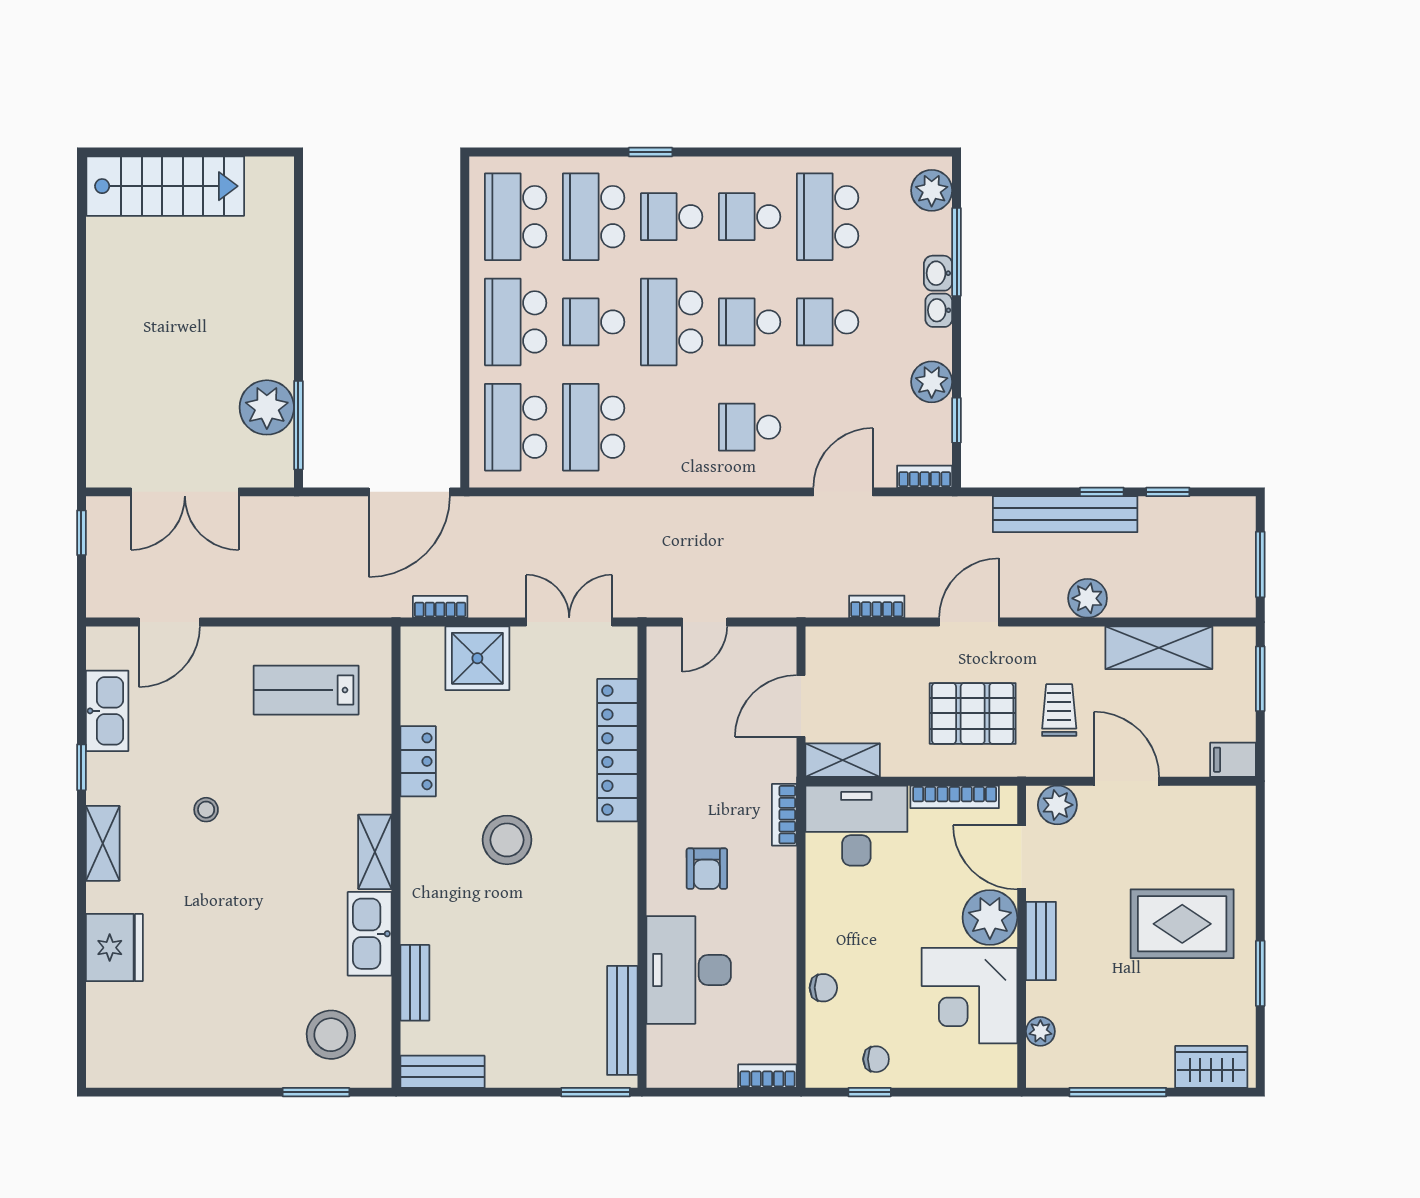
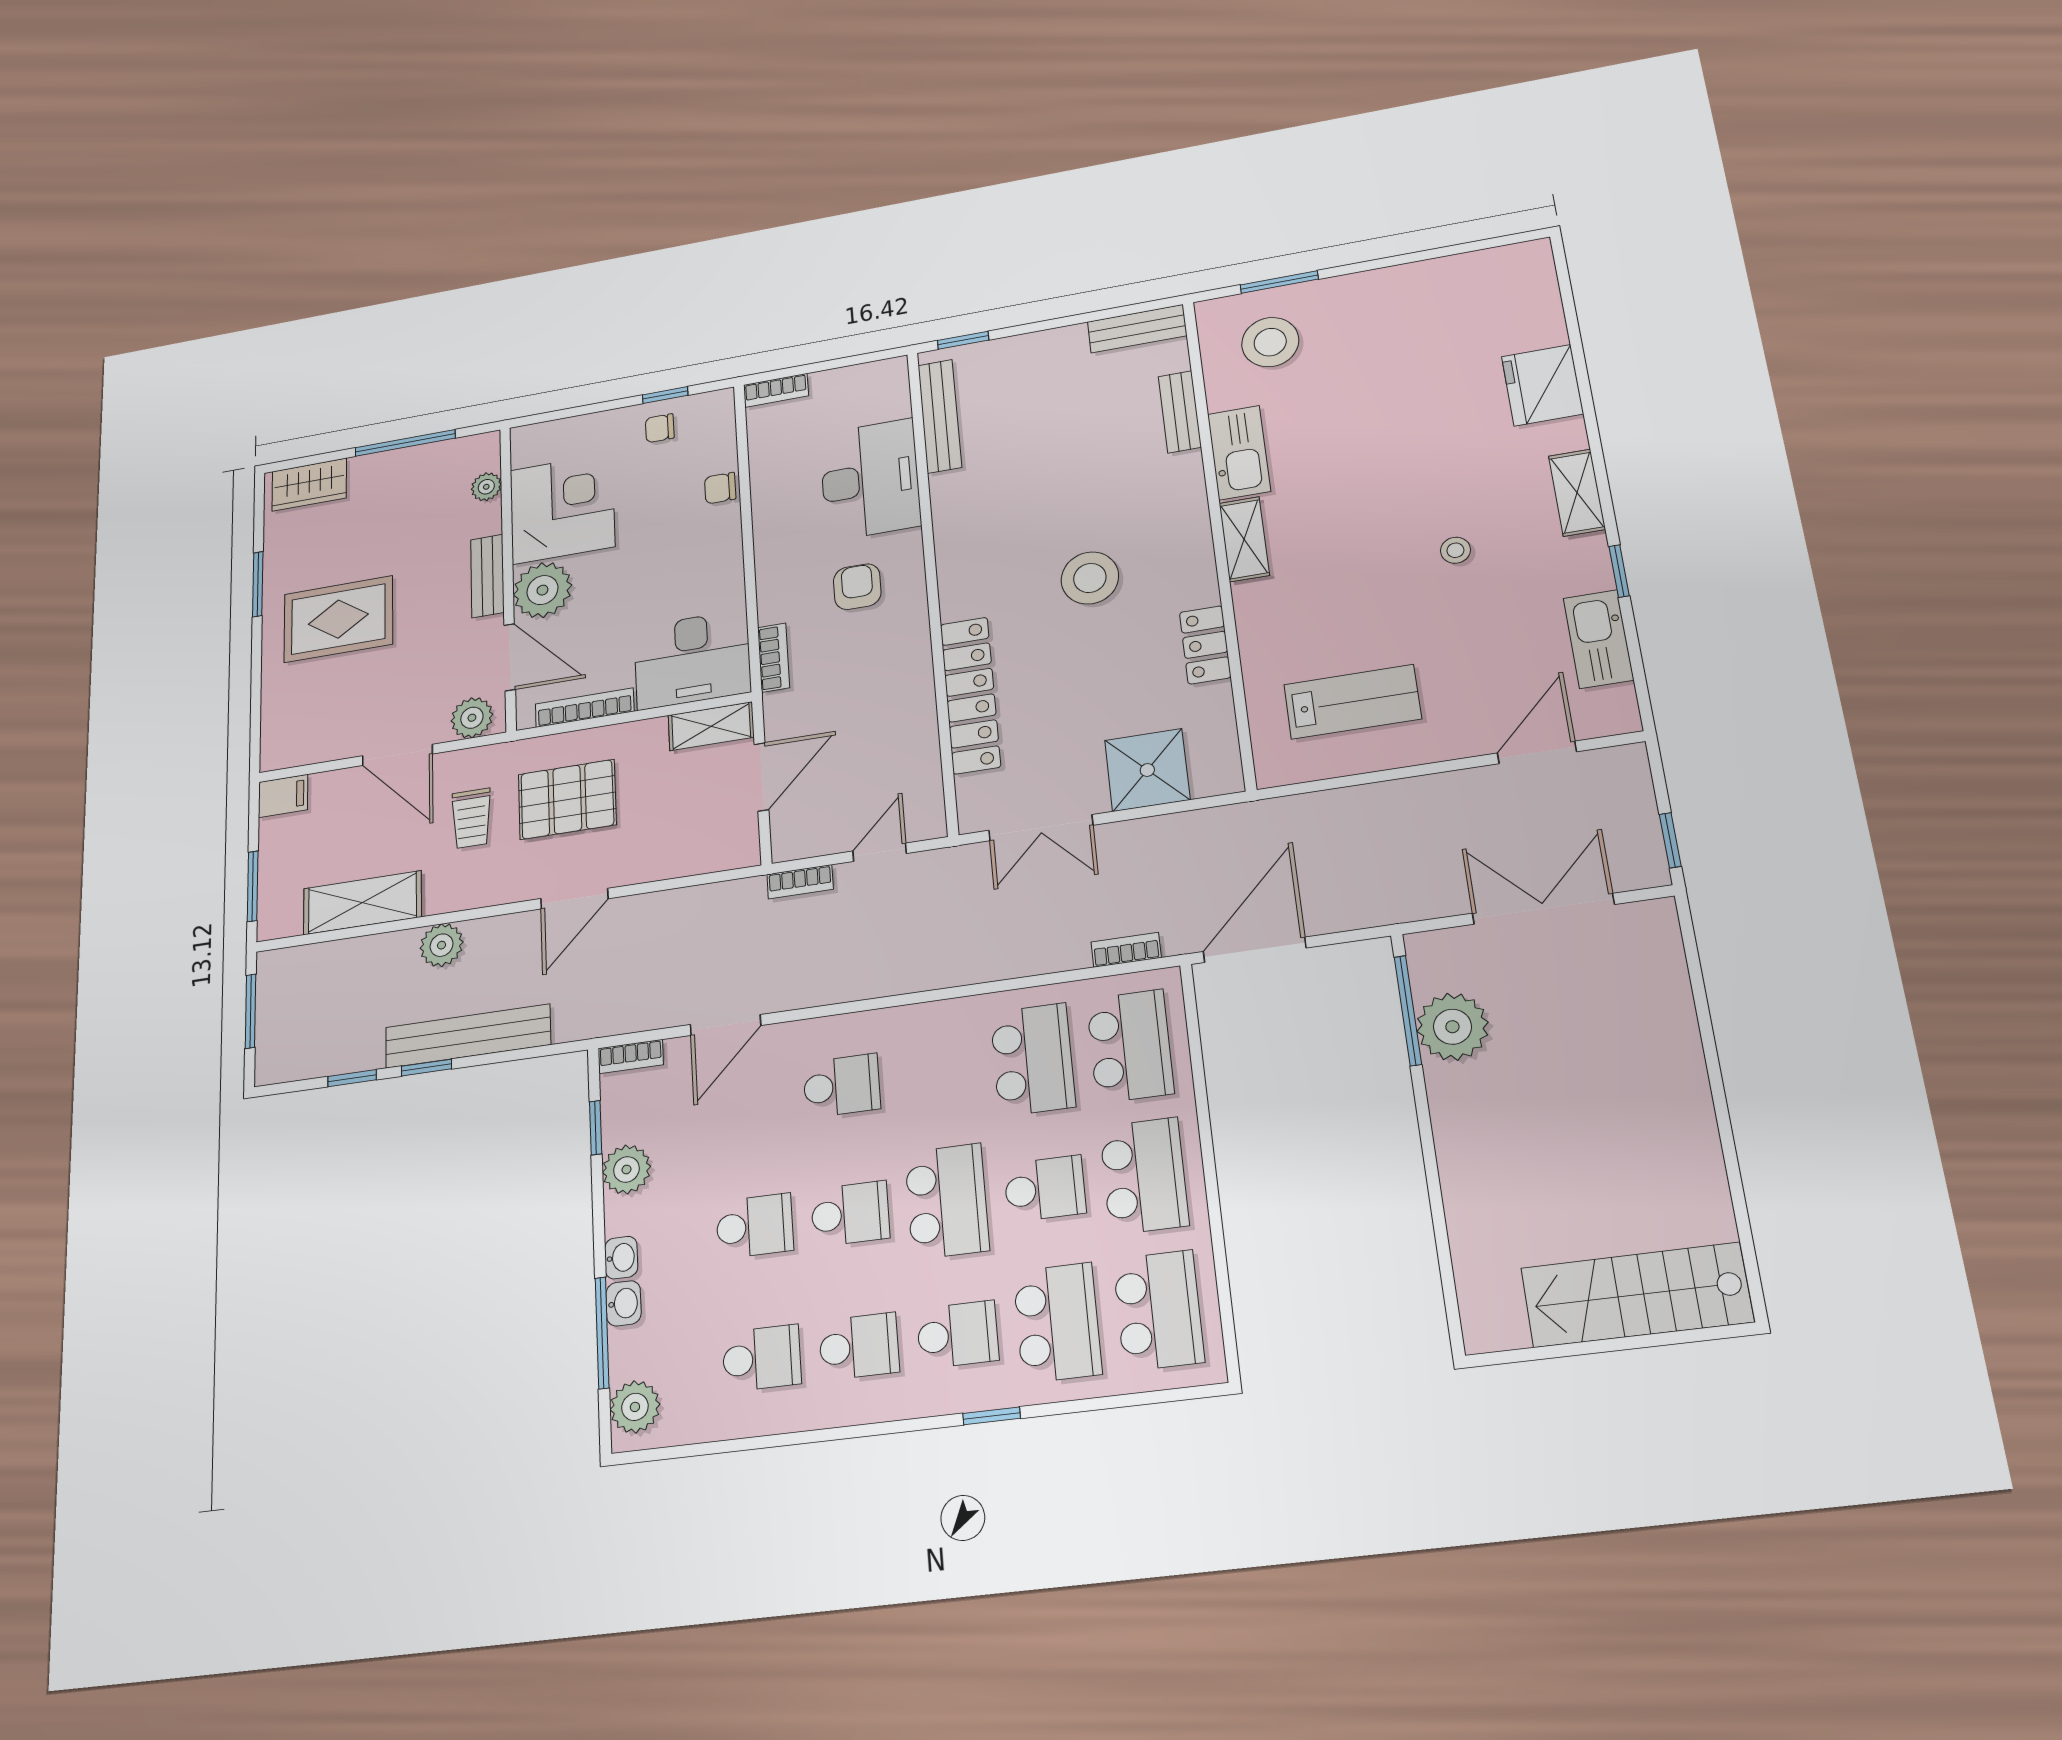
school desk: (828, 217) -> (762, 1358), width x0.54
bookcase: (440, 607) -> (1126, 950), moved, turned 180
bookcase: (877, 607) -> (800, 882), moved
window: (596, 1092) -> (963, 340), width x0.67

